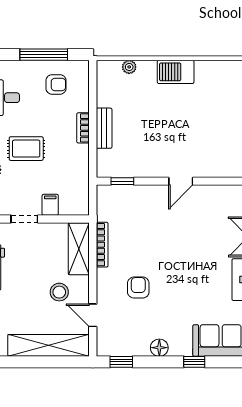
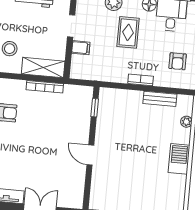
bench: (104, 128) -> (160, 99), moved

